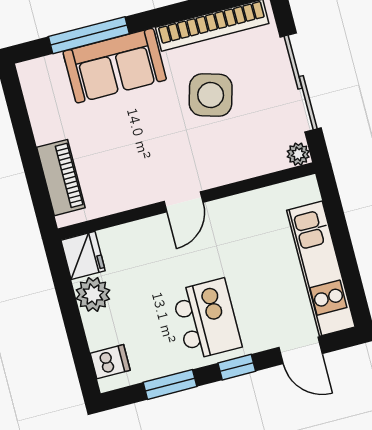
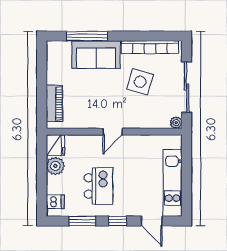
kitchen island: (207, 319) -> (98, 186), moved

